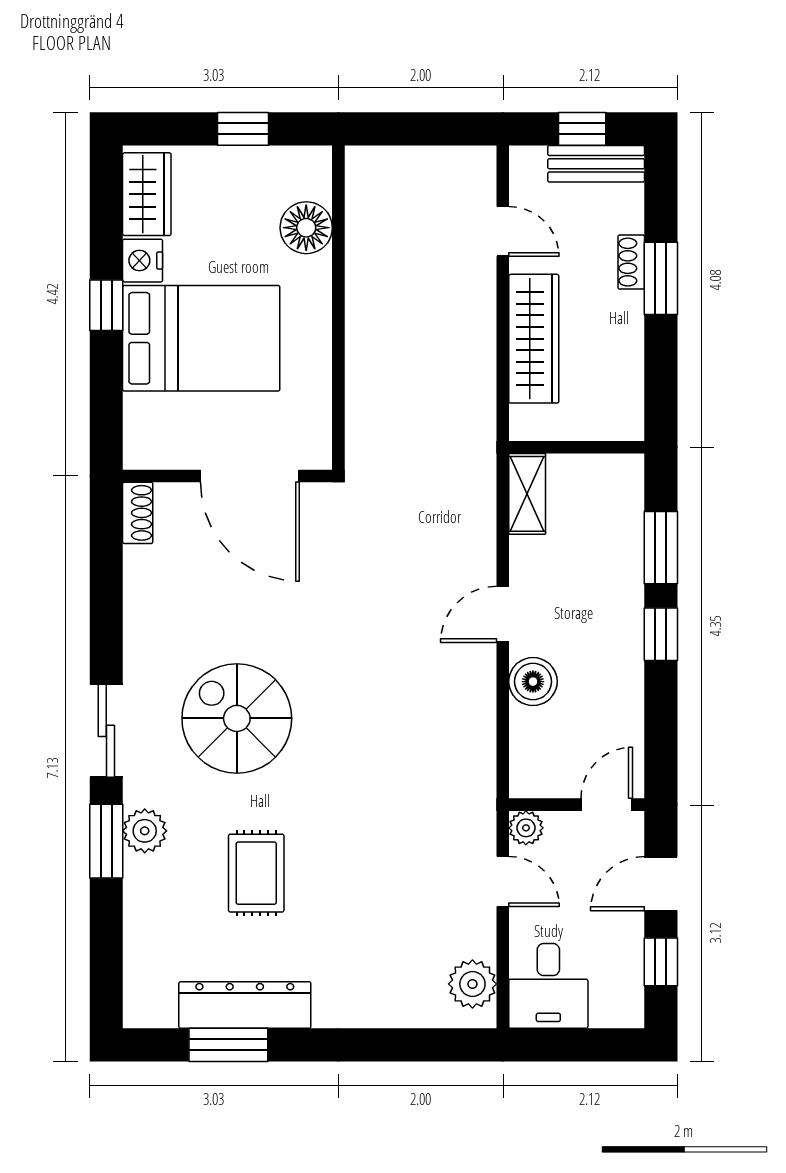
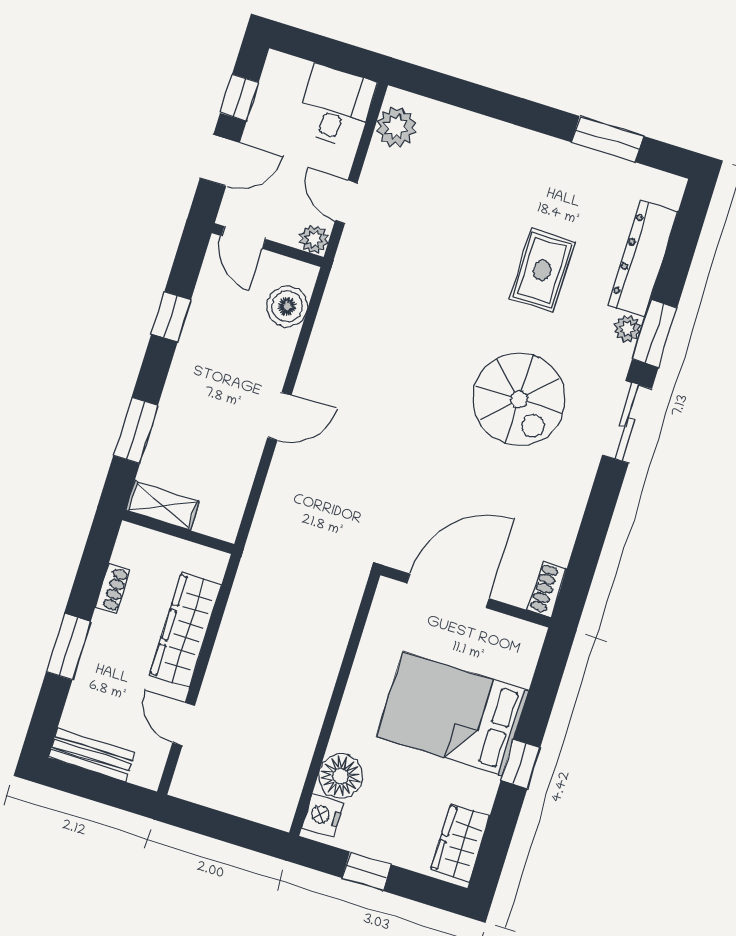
window: (582, 129) -> (94, 786), removed
nightstand: (143, 261) -> (323, 815), moved, turned 180
shoe rack: (631, 262) -> (113, 589), moved
door: (250, 476) -> (448, 591), hinge flipped
shelving: (527, 494) -> (162, 506), moved, turned 90
window: (661, 634) -> (171, 317), moved
boiler: (533, 682) -> (287, 306), moved
door: (607, 805) -> (243, 237), hinge flipped
plant: (145, 831) -> (628, 329), width x0.73, depth x0.73
dresser: (245, 1005) -> (643, 258), moved, turned 90

